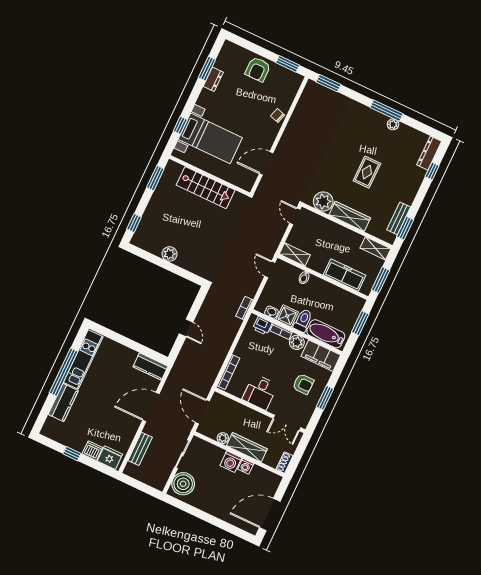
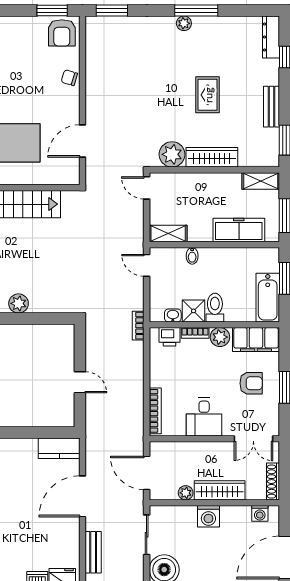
armchair: (258, 69) -> (62, 33), moved
plant: (393, 124) -> (184, 23), moved
bench: (399, 218) -> (271, 107), moved
bathtub: (326, 334) -> (268, 298), moved, turned -90
shoe rack: (285, 463) -> (273, 482), width x1.43
washing machine: (246, 466) -> (260, 513), moved

